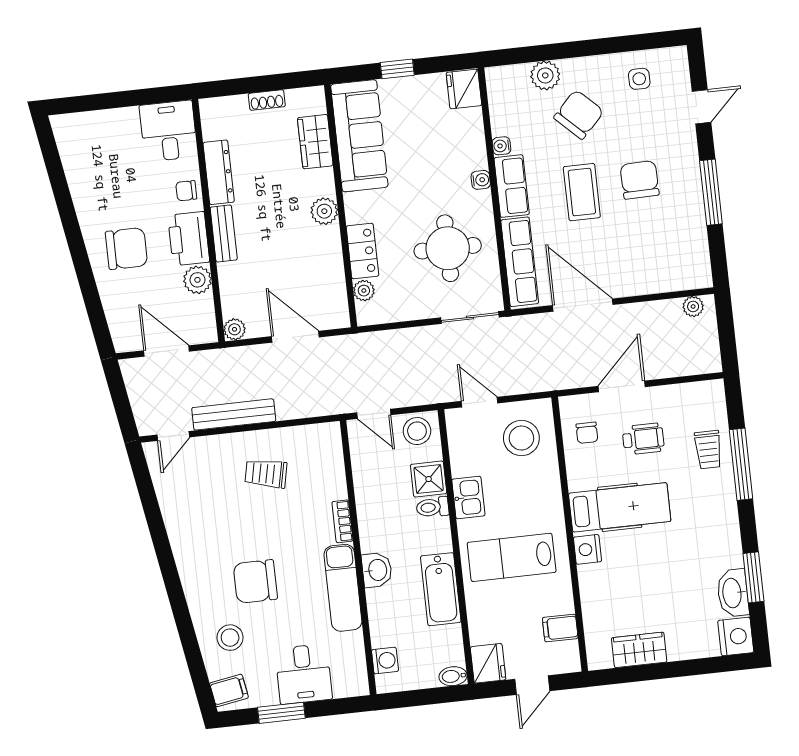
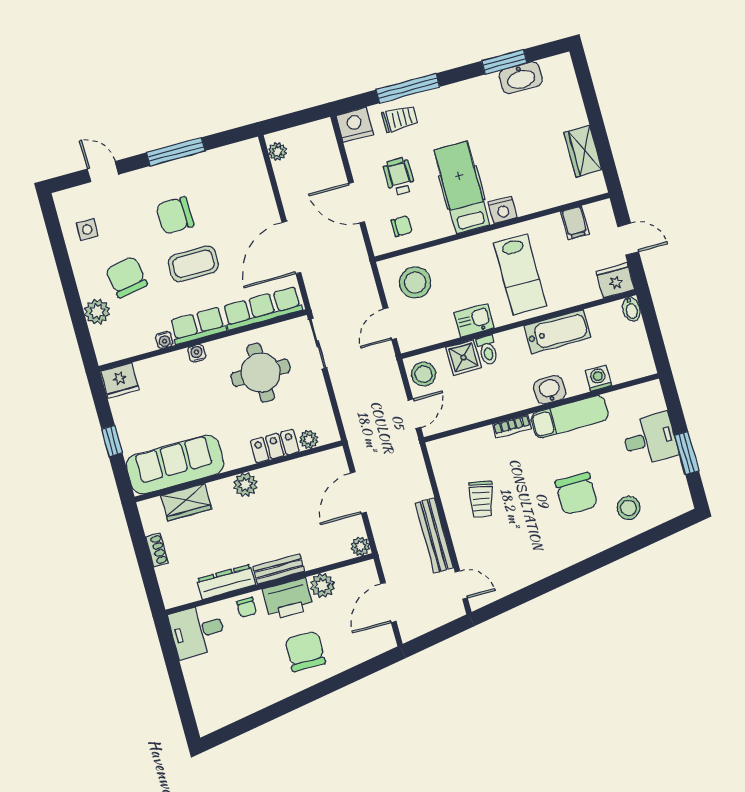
chair: (579, 114) -> (126, 277), turned 36
nightstand: (736, 636) -> (355, 125), moved
washing machine: (385, 661) -> (598, 378), moved
filing cabinet: (229, 690) -> (675, 502), removed

